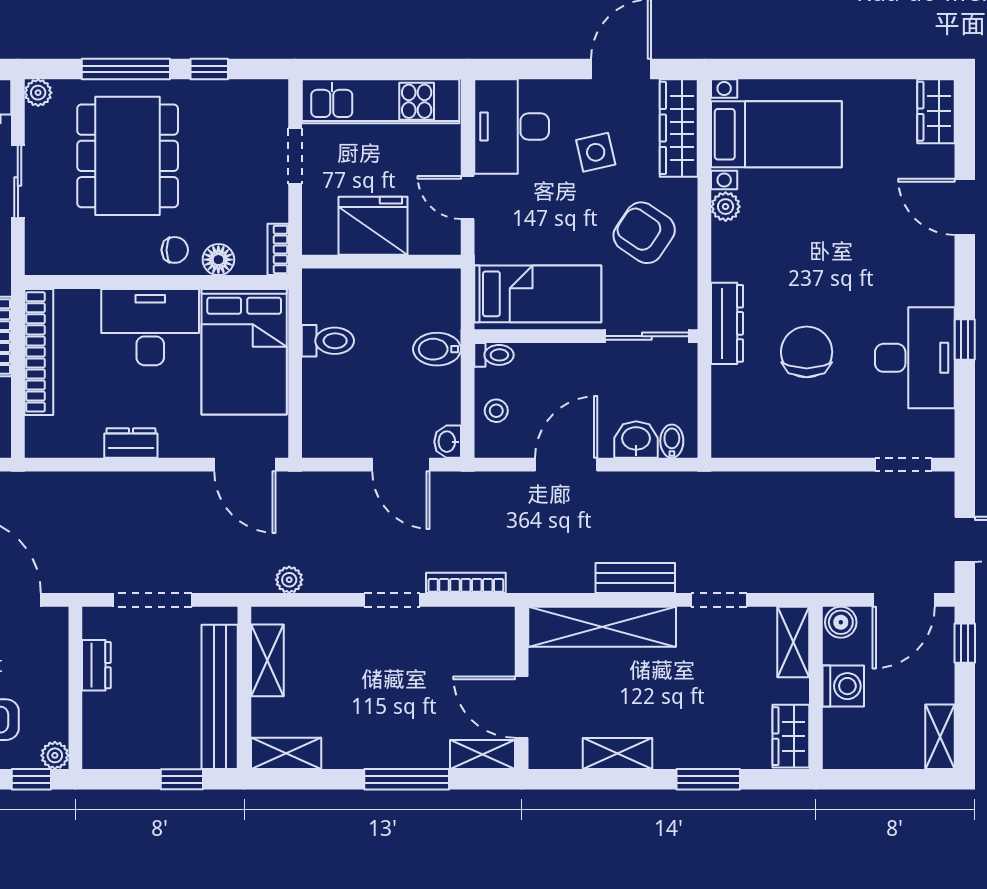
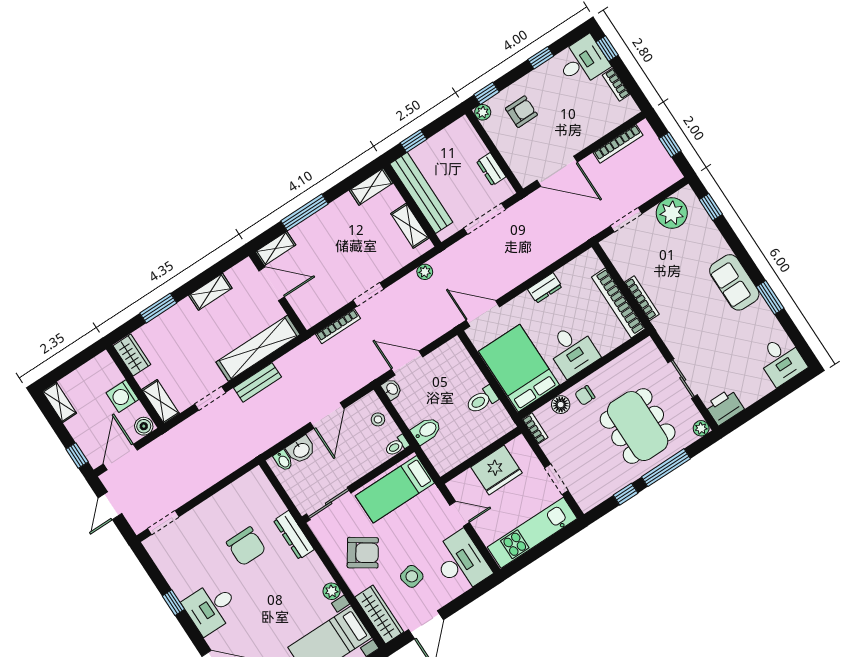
desk: (150, 327) -> (572, 350), width x0.73
desk: (915, 358) -> (211, 607), moved, width x0.73

